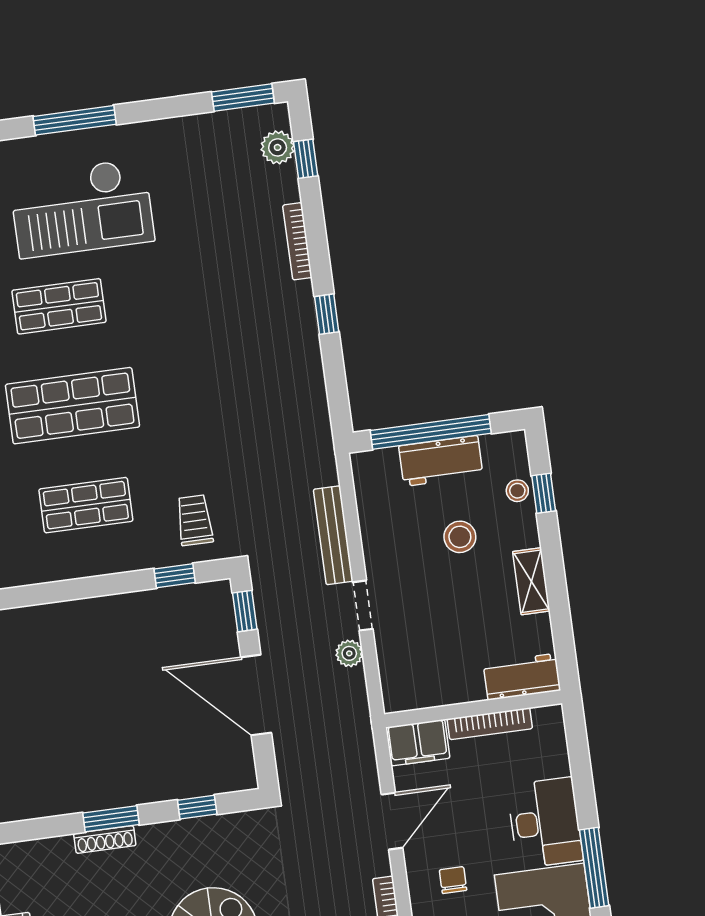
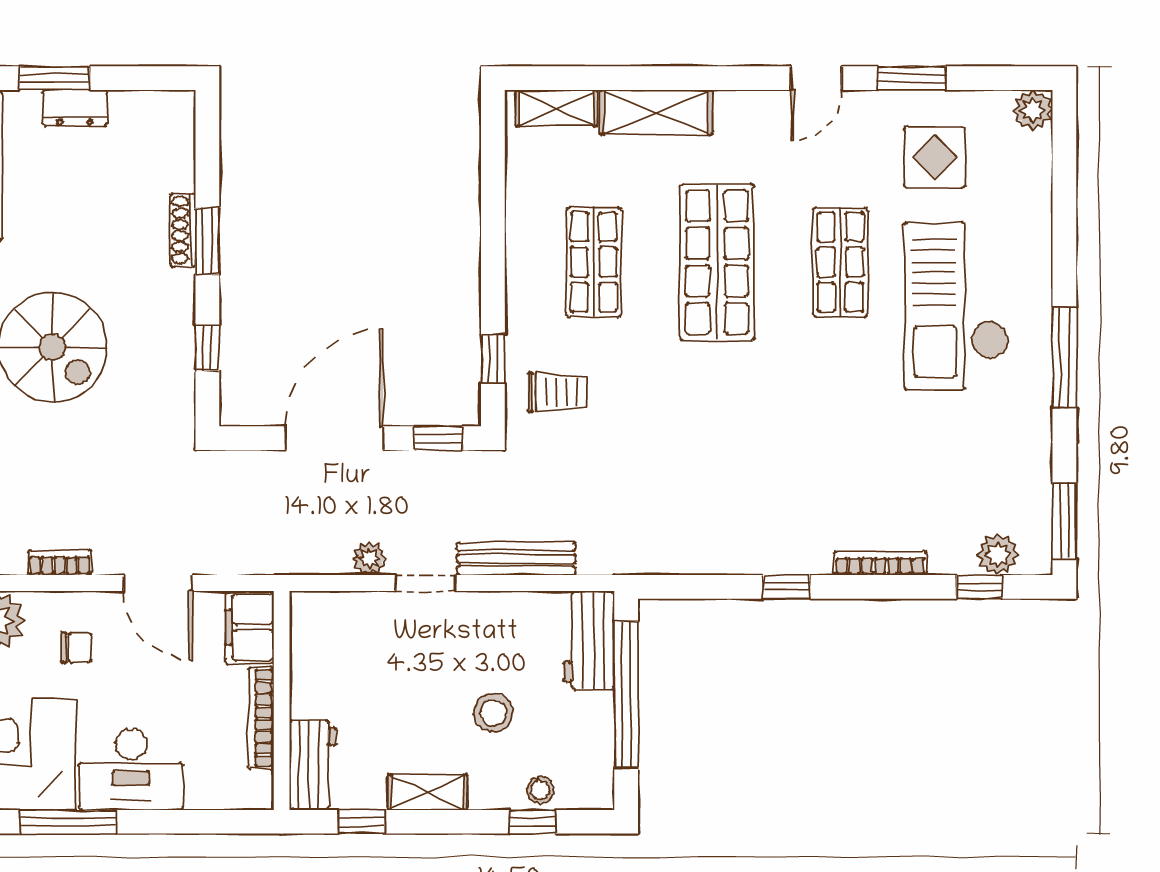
window: (75, 120) -> (1064, 357), moved
workbench: (441, 461) -> (589, 640), moved
window: (562, 631) -> (361, 822), added

